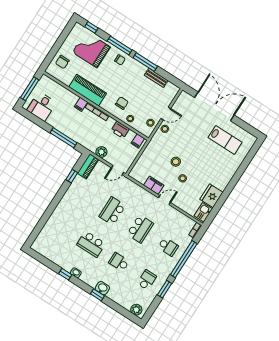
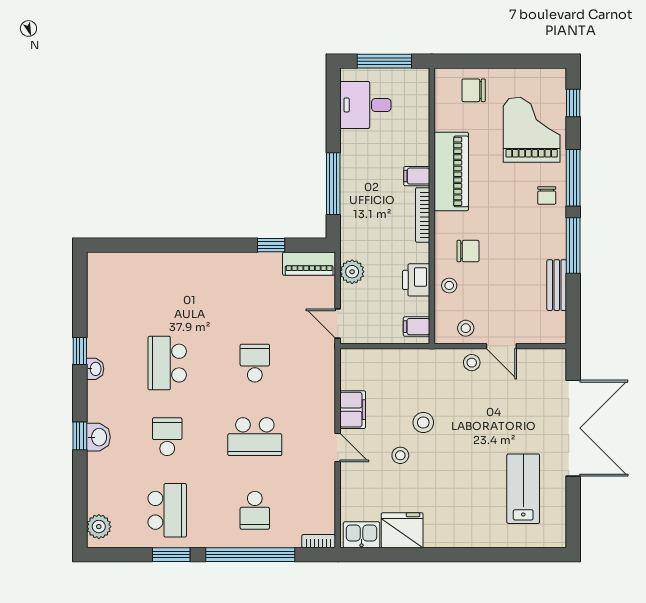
lab bench: (225, 140) -> (523, 489), turned 180
school desk: (112, 211) -> (255, 363), width x0.54
school desk: (147, 280) -> (167, 510), width x1.85

